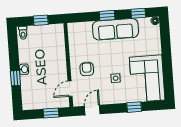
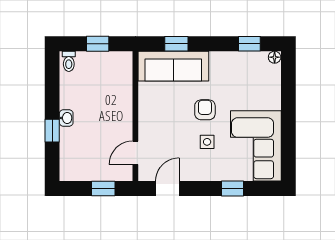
window: (107, 15) -> (176, 44), moved
sofa: (115, 29) -> (173, 66), moved
armchair: (87, 69) -> (205, 110), moved

